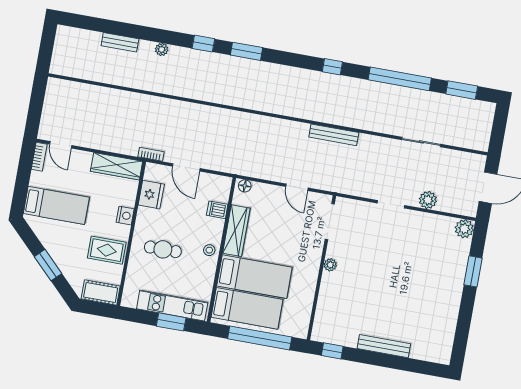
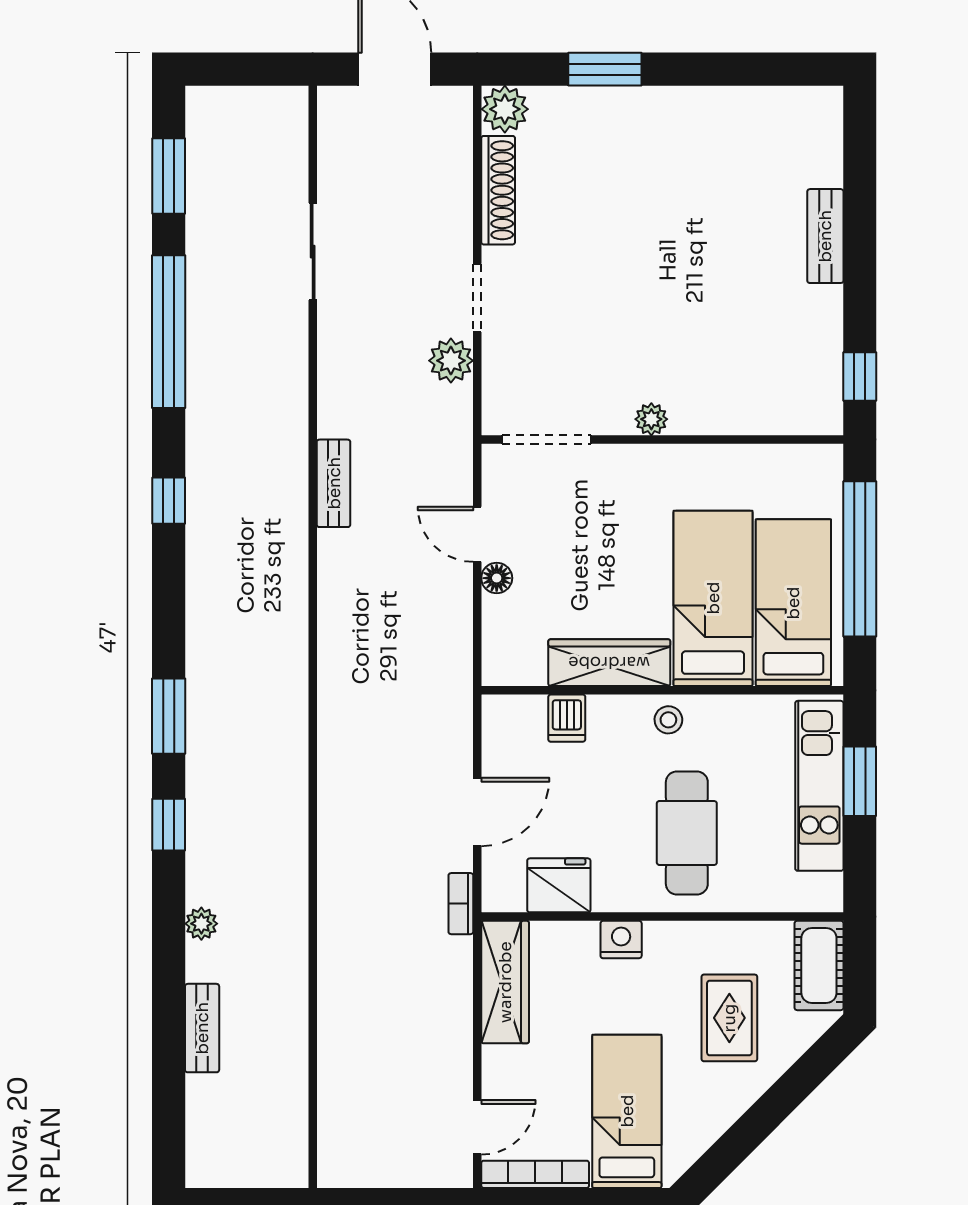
bench: (334, 135) -> (334, 483), width x0.73
bookcase: (39, 157) -> (535, 1174), width x1.56
floor lamp: (245, 186) -> (497, 578), moved
door: (297, 187) -> (477, 534), swing flipped
plant: (428, 200) -> (451, 361), moved
shoe rack: (432, 220) -> (498, 190), added
cafe table: (163, 249) -> (687, 833), width x1.37, depth x1.35
rug: (107, 250) -> (729, 1018), moved
window: (48, 265) -> (775, 1105), removed
bench: (384, 346) -> (825, 236), width x0.73

